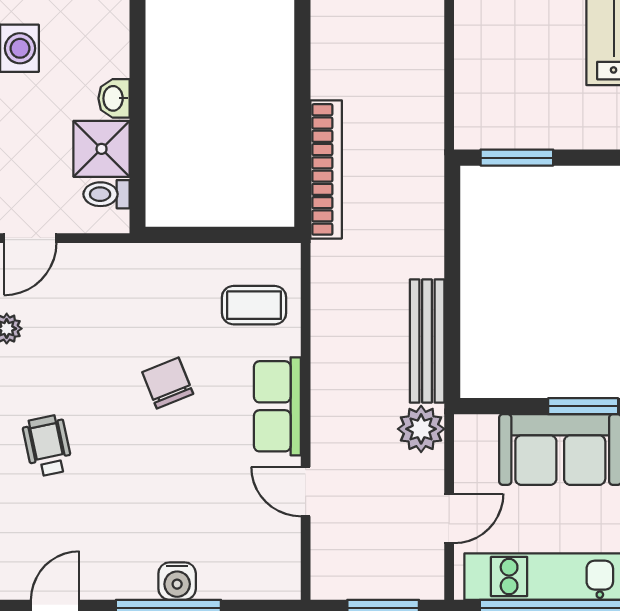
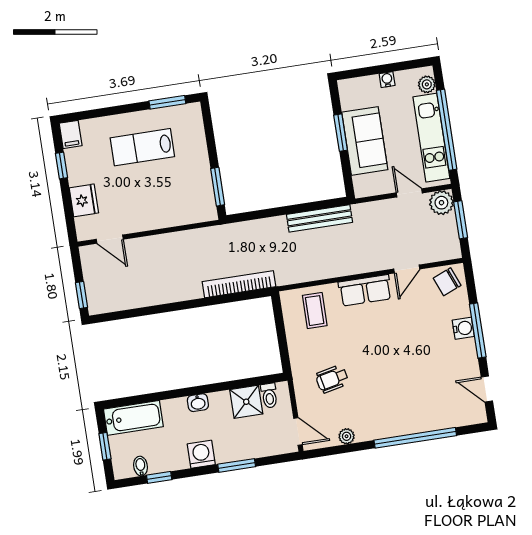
washbasin: (114, 98) -> (198, 403), moved
chair: (168, 383) -> (447, 282), moved
plant: (421, 429) -> (441, 203), moved
wheelchair: (47, 446) -> (332, 379), moved

